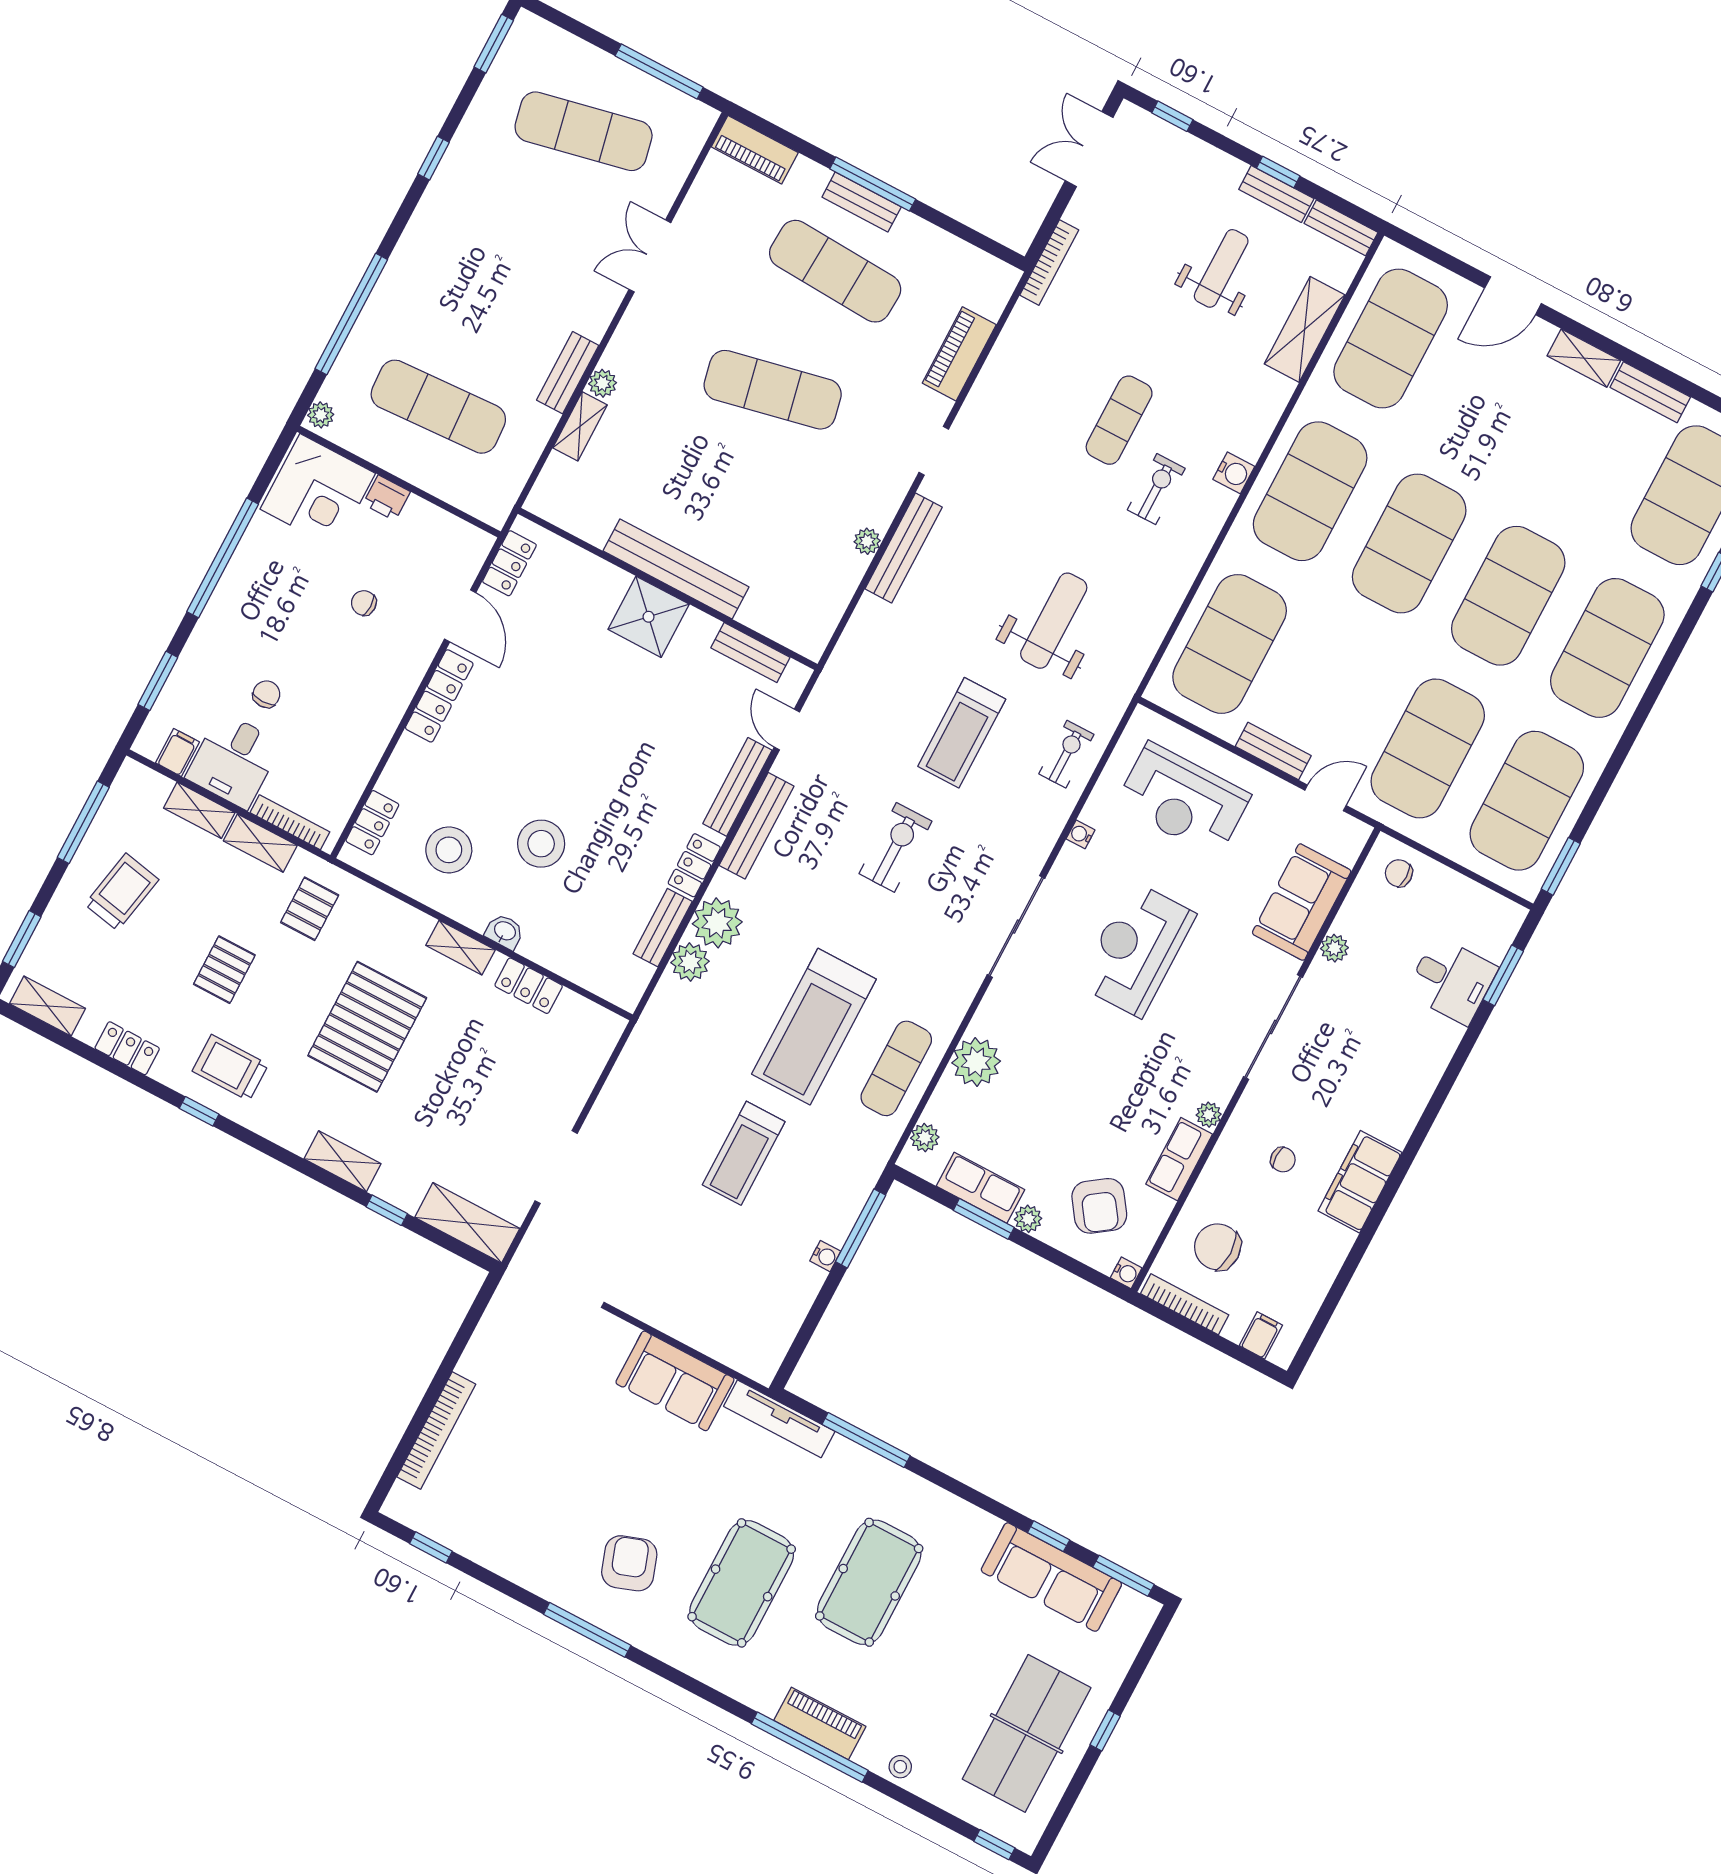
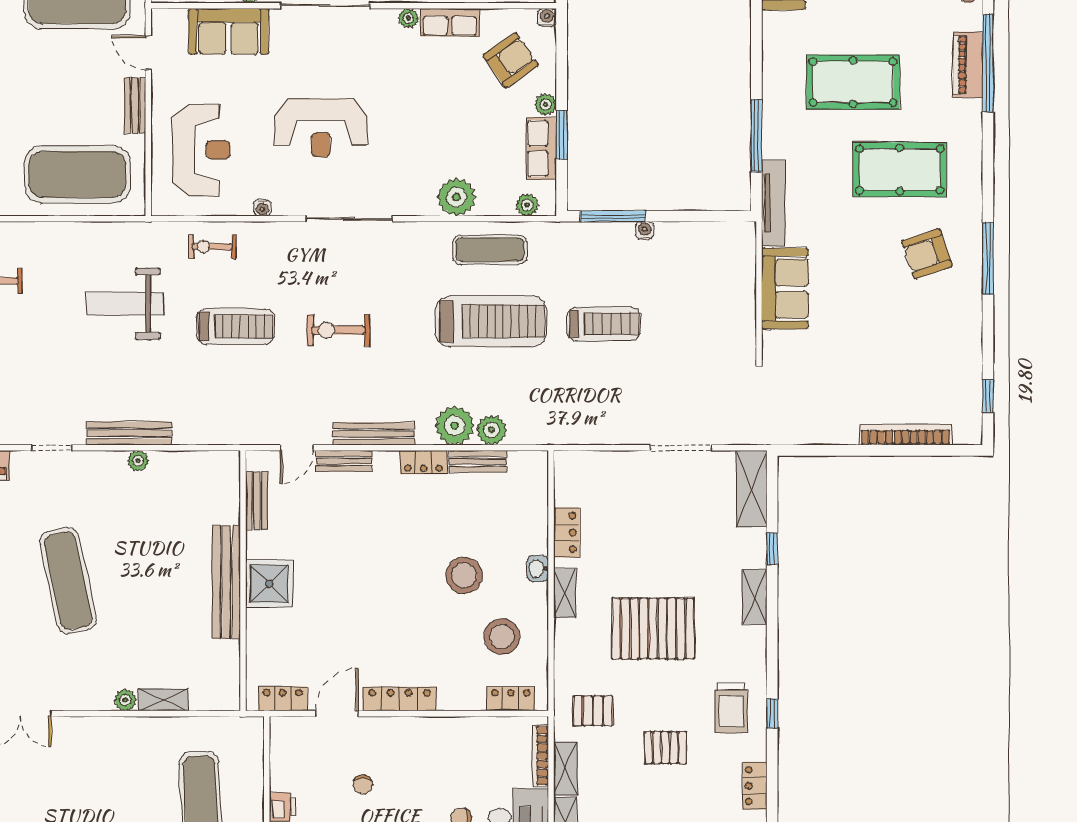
bench: (568, 373) -> (131, 728), removed
bench: (737, 787) -> (344, 461), width x0.73

